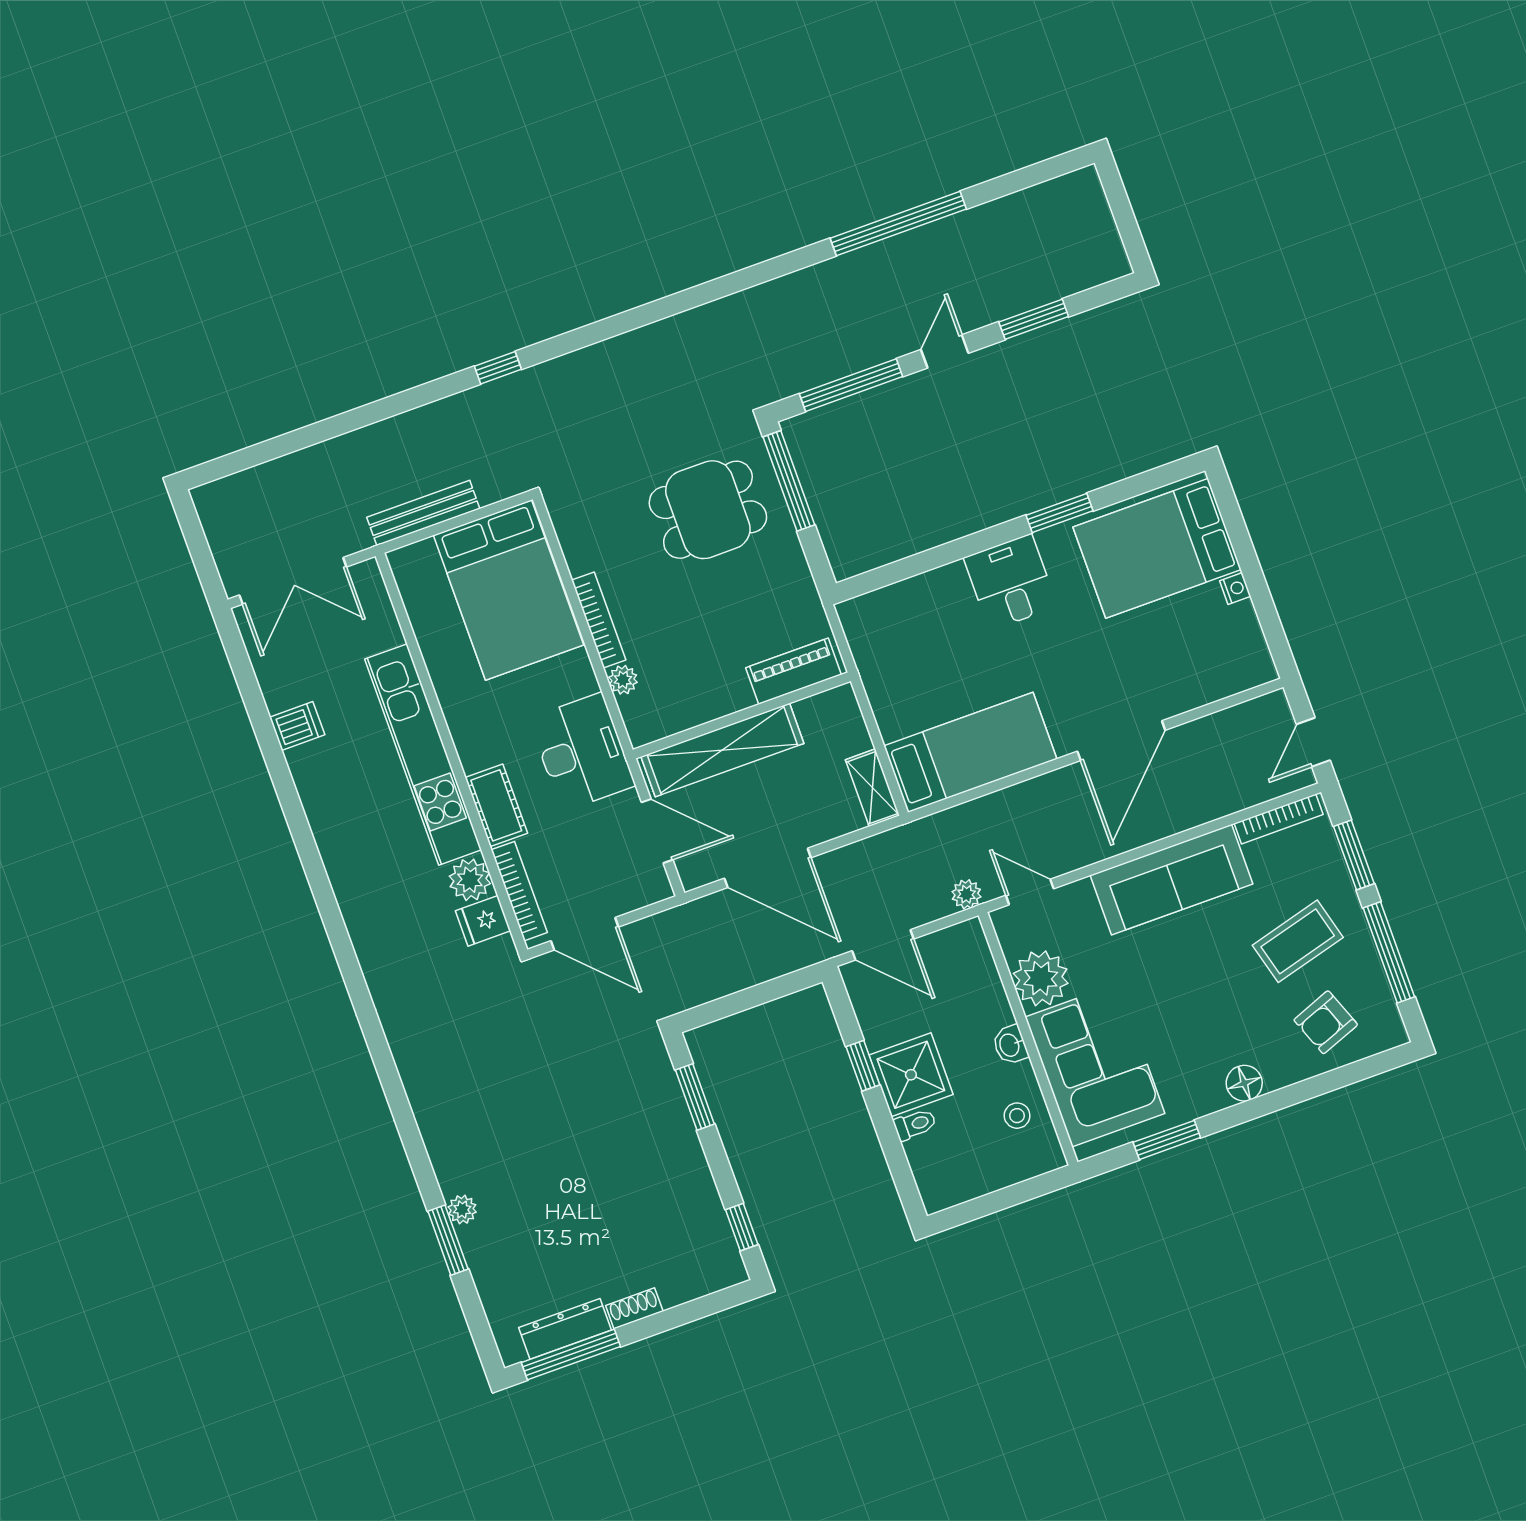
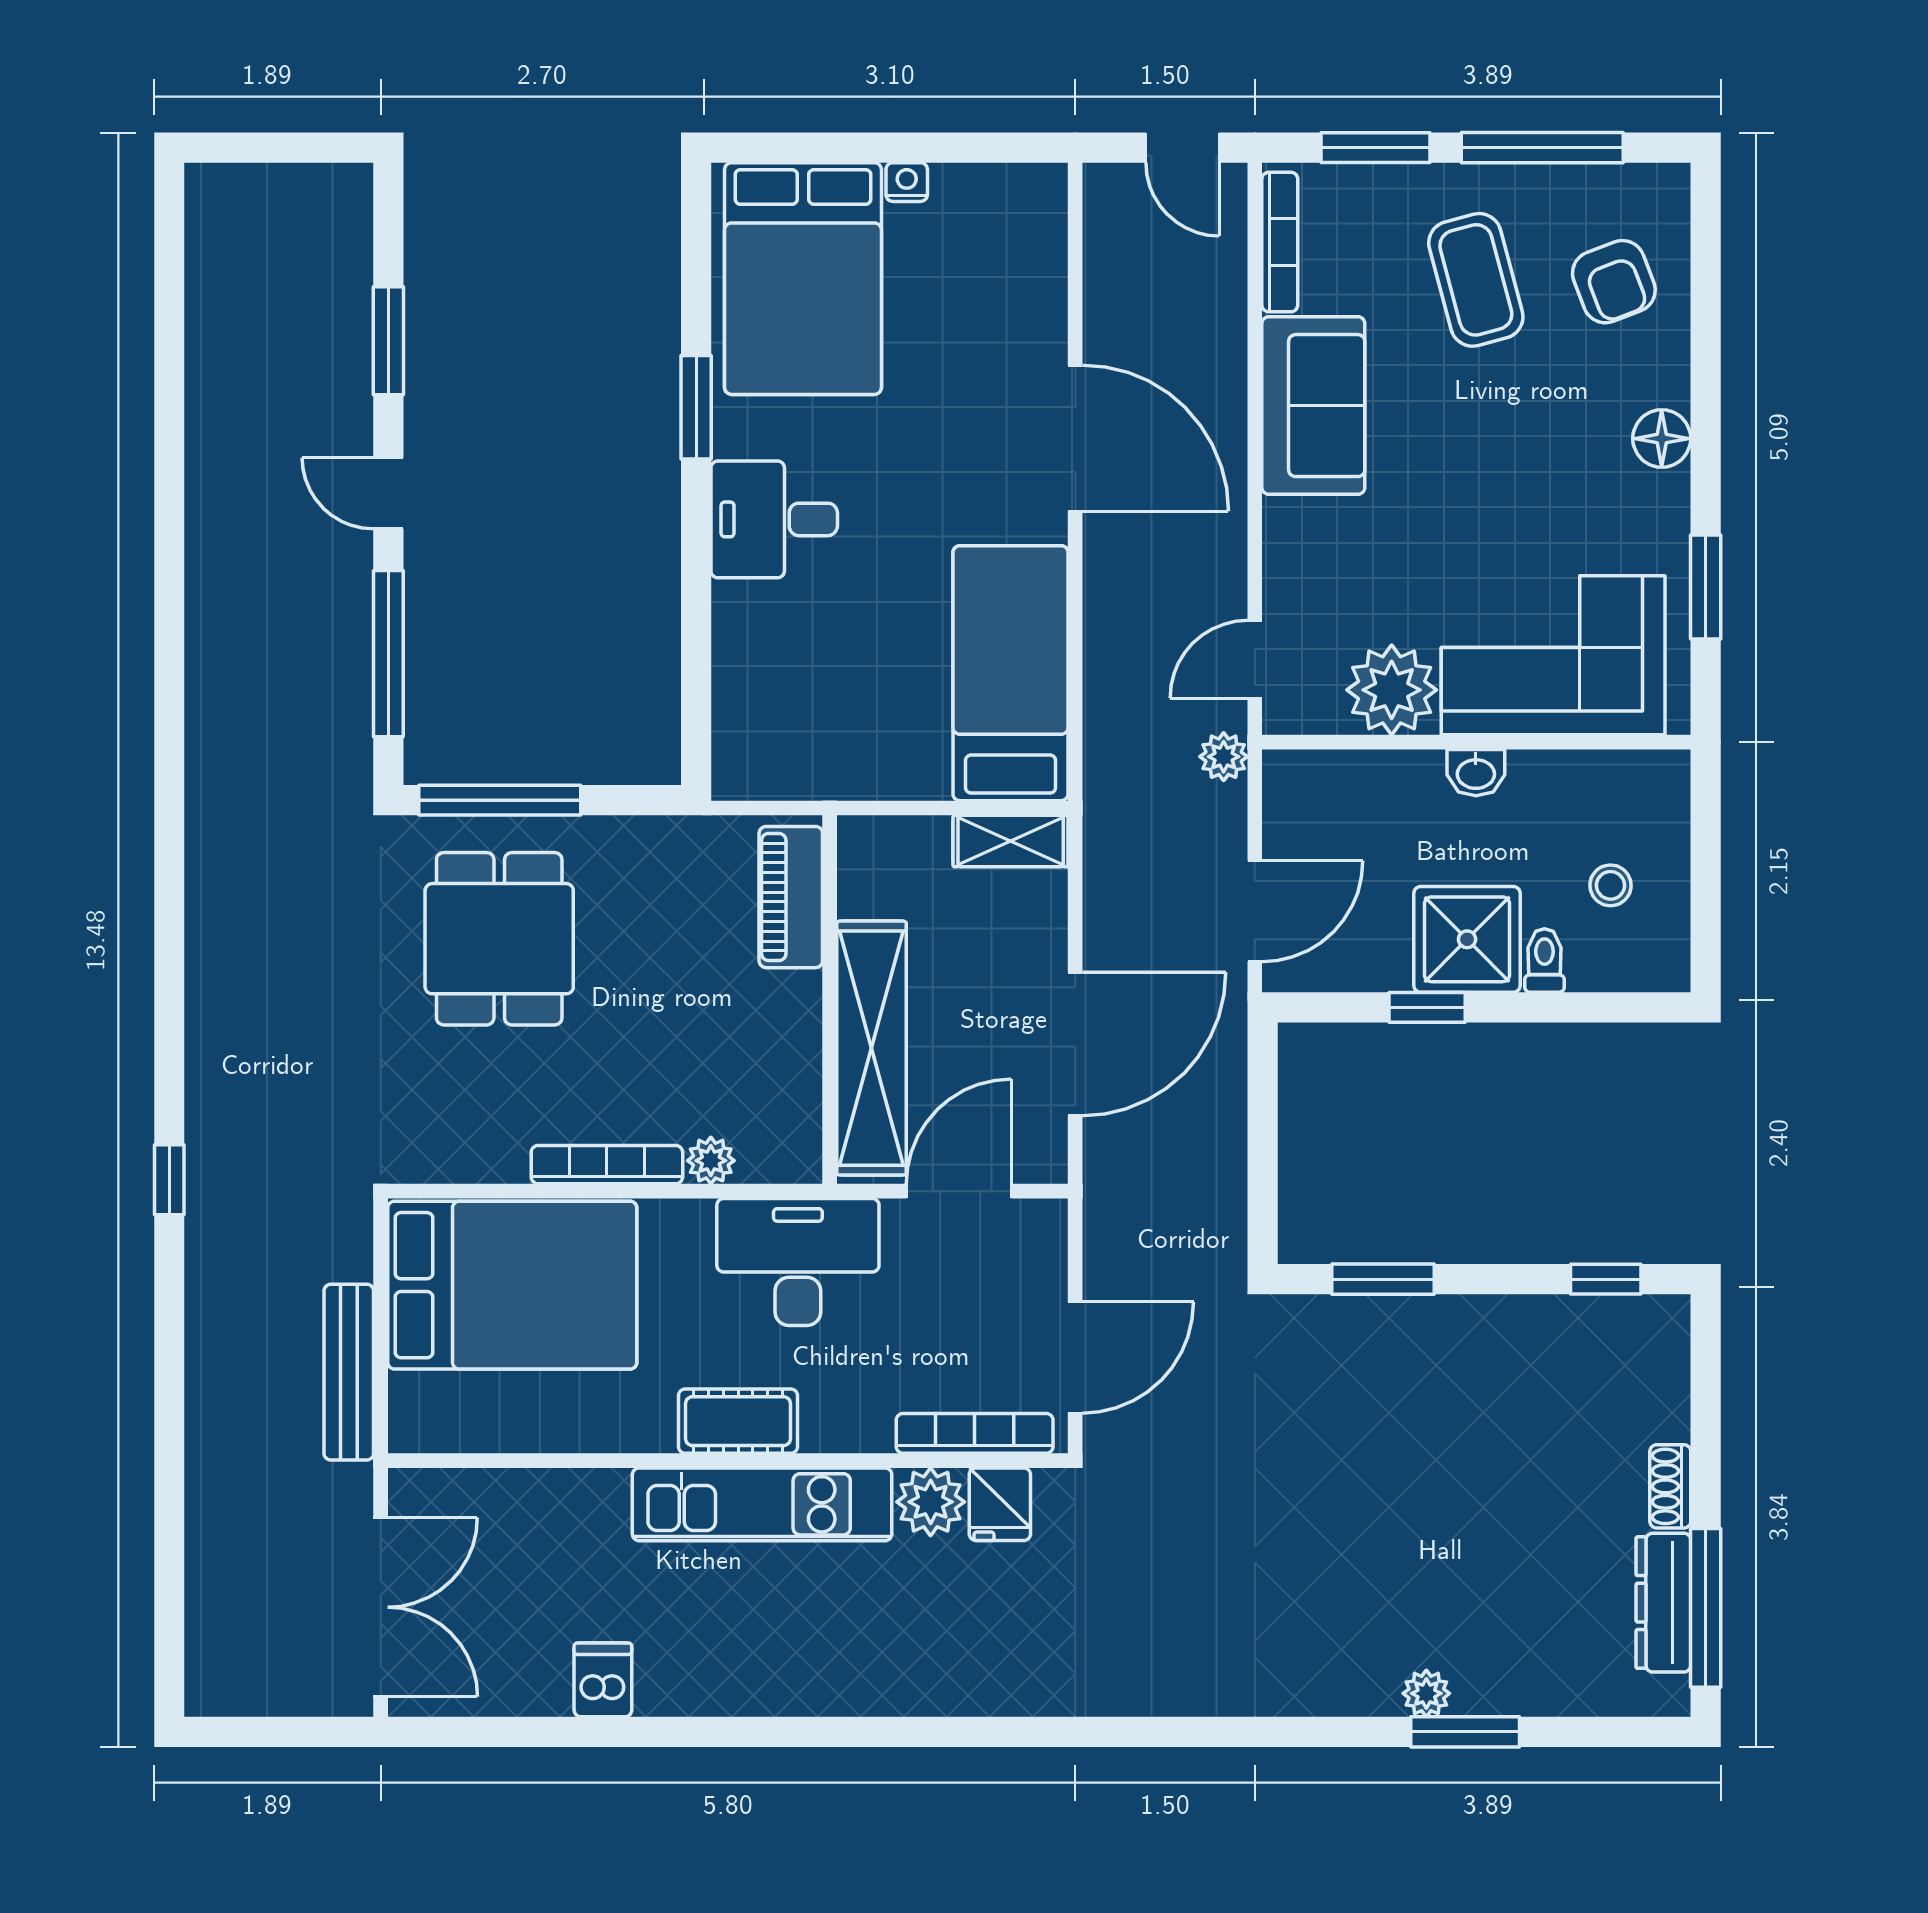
window: (898, 224) -> (169, 494), removed
kitchen unit: (423, 754) -> (762, 1504), width x0.73
cot: (496, 805) -> (738, 1421), moved
sofa: (1172, 880) -> (1313, 406), width x0.73
stool: (1017, 1116) -> (1610, 885), moved

